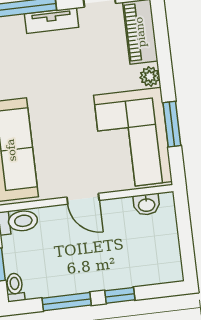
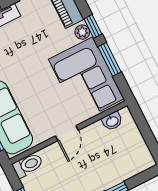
window: (166, 74) -> (93, 26), added
door: (83, 199) -> (67, 133), hinge flipped

